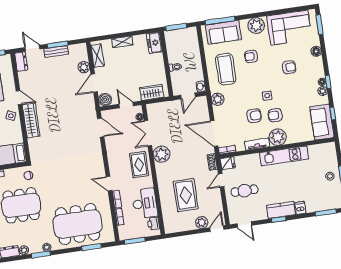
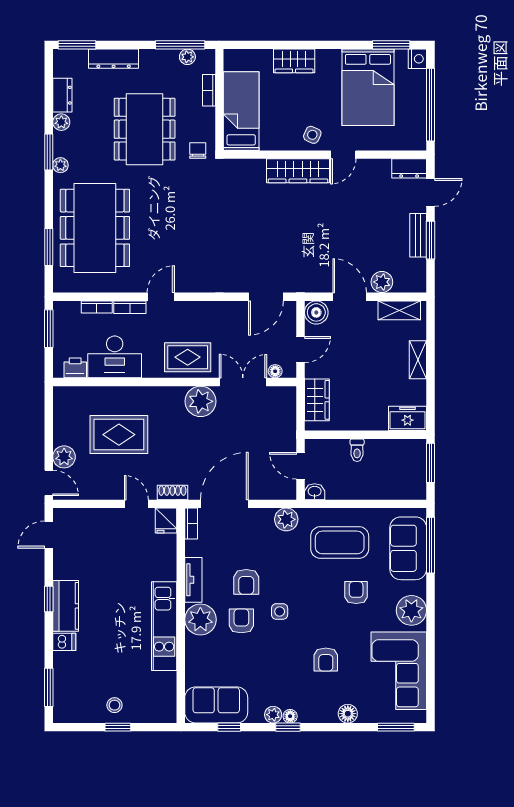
cafe table: (244, 191) -> (111, 544), removed

